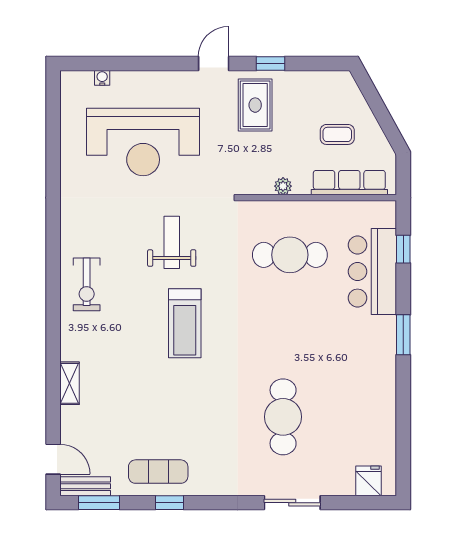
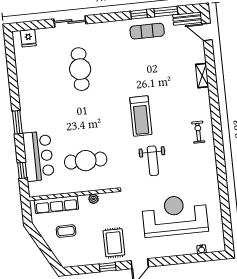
exercise bike: (87, 284) -> (198, 132), width x0.73, depth x0.72
treadmill: (185, 323) -> (141, 116), turned 180
window: (99, 503) -> (166, 11), moved

